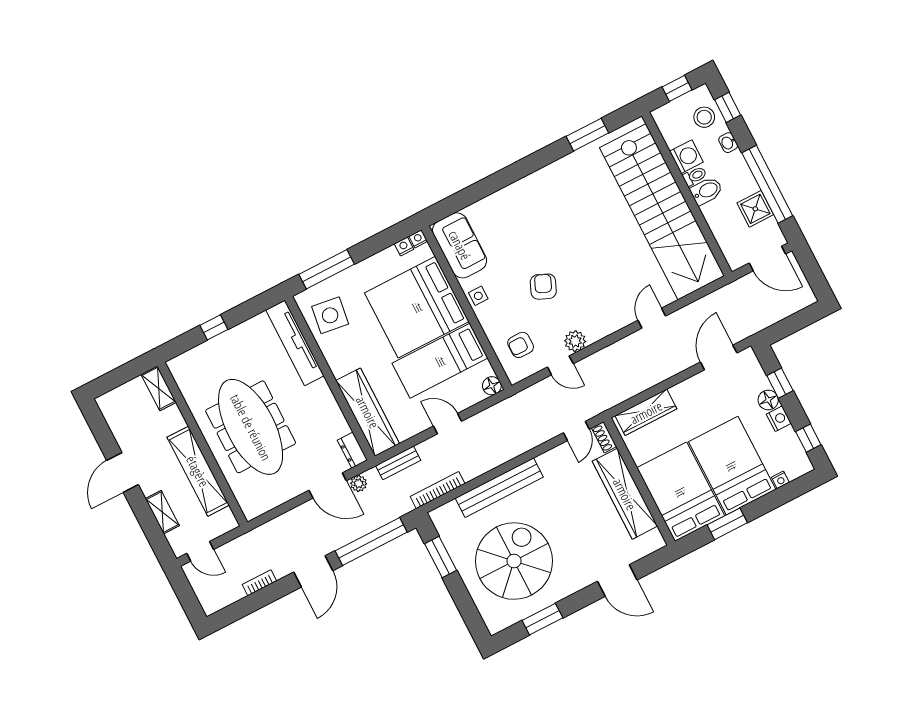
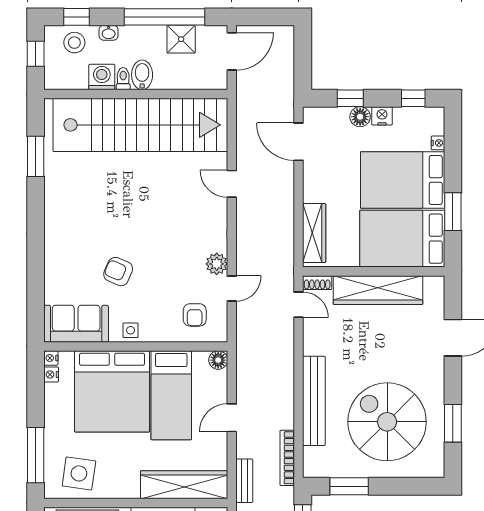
armchair: (543, 287) -> (118, 272), moved

